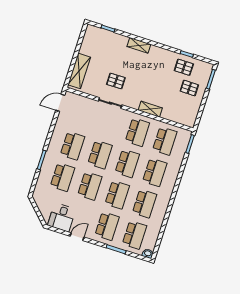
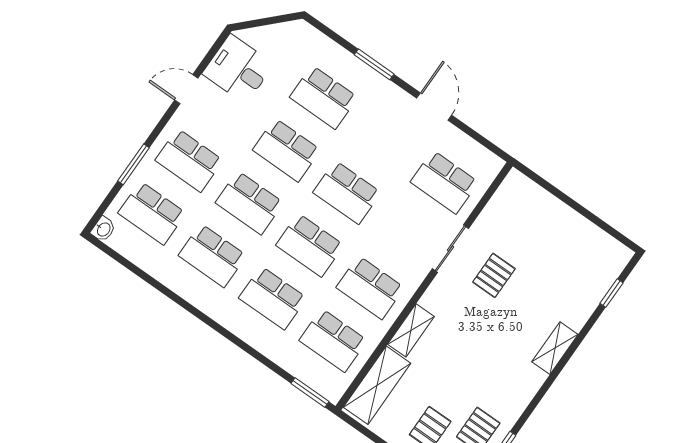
shelving: (79, 71) -> (377, 385), moved, turned 90
door: (60, 103) -> (434, 107), moved
school desk: (73, 146) -> (444, 182), moved
door: (77, 237) -> (186, 89), swing flipped

